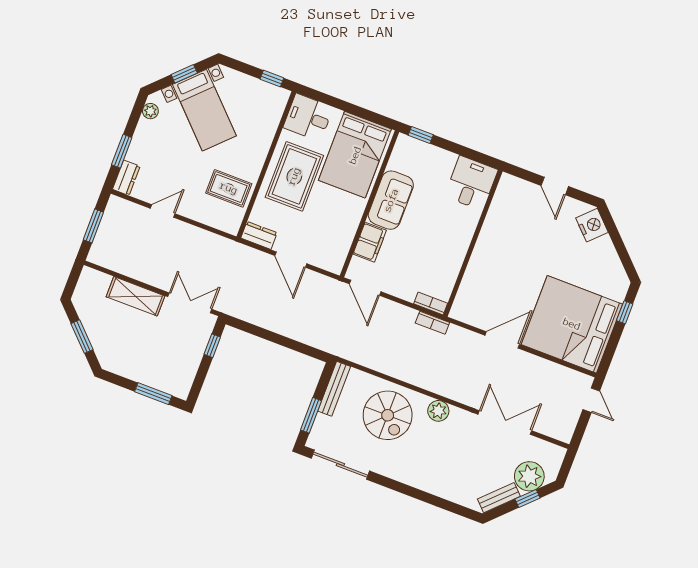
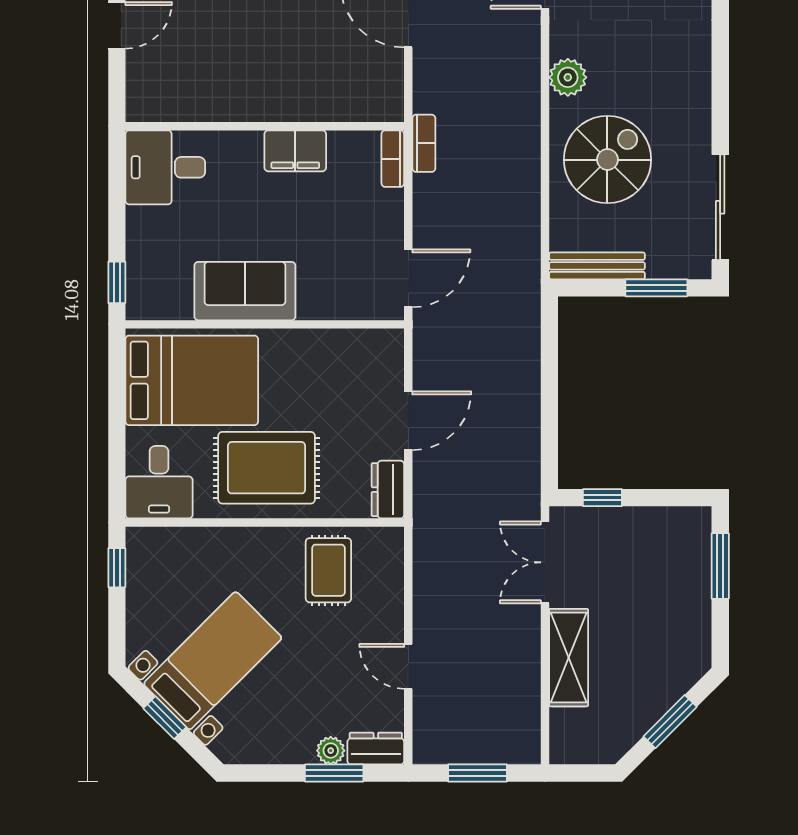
plant: (150, 111) -> (331, 751), moved
filing cabinet: (370, 242) -> (295, 151), moved, turned 180

